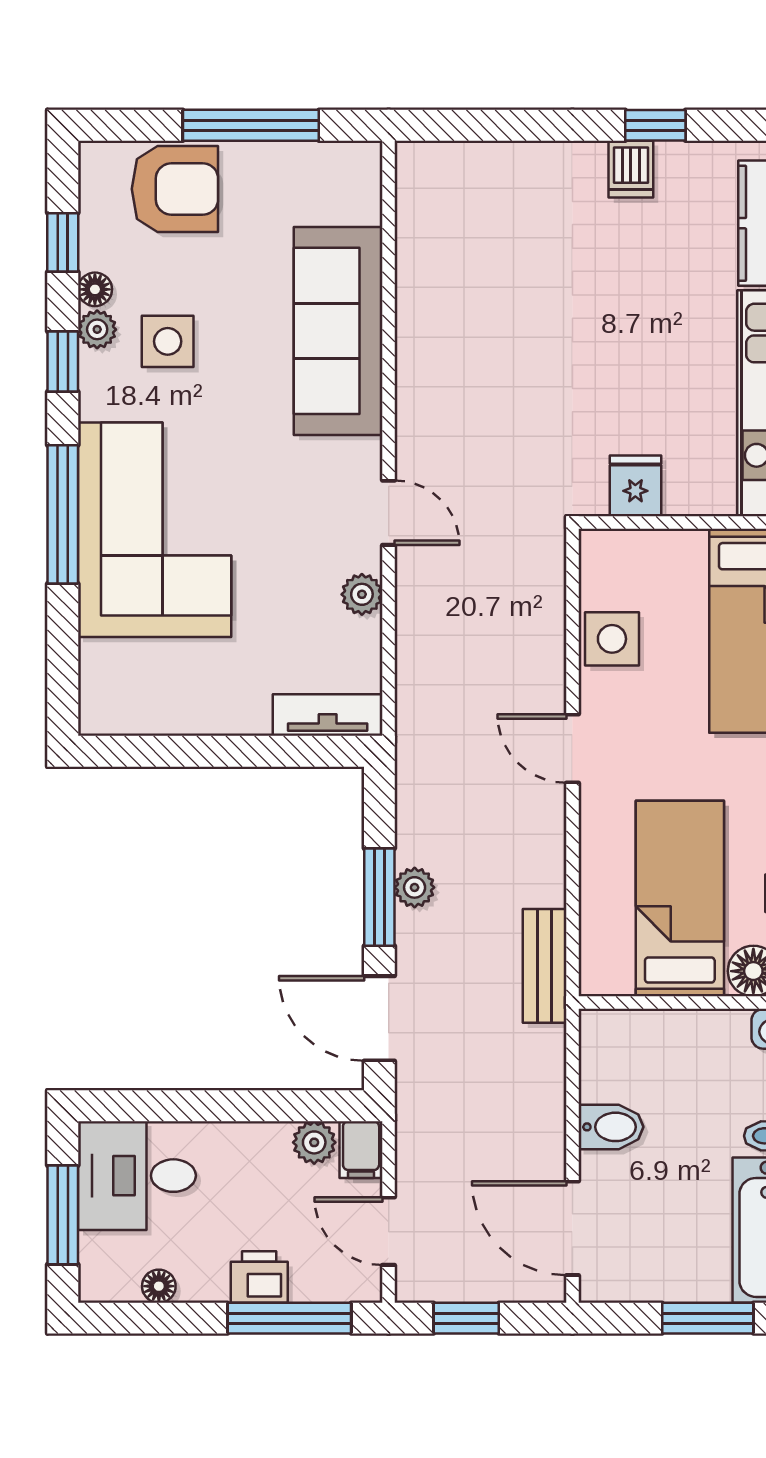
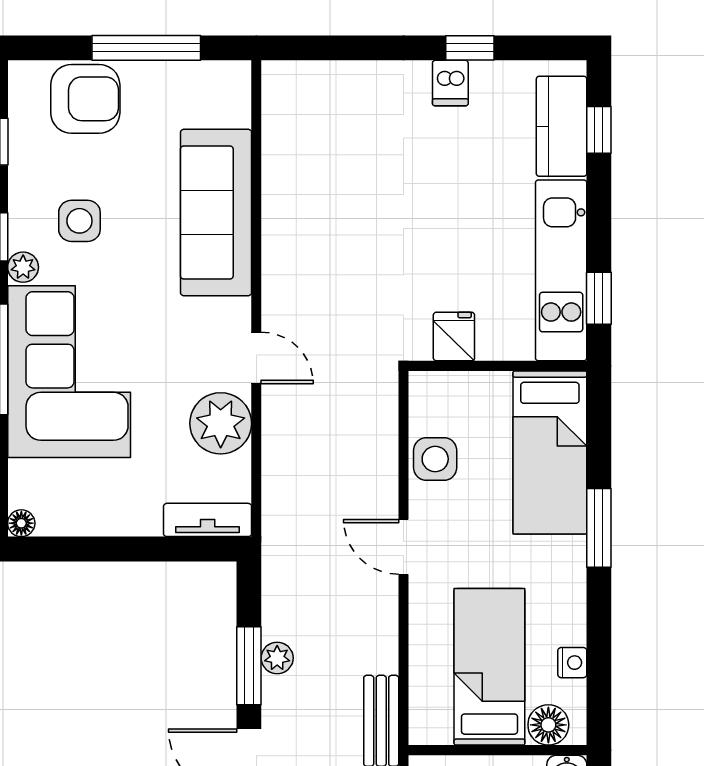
floor lamp: (95, 289) -> (21, 523), moved
plant: (97, 329) -> (23, 267), moved
plant: (362, 594) -> (221, 423), width x1.87, depth x1.87

